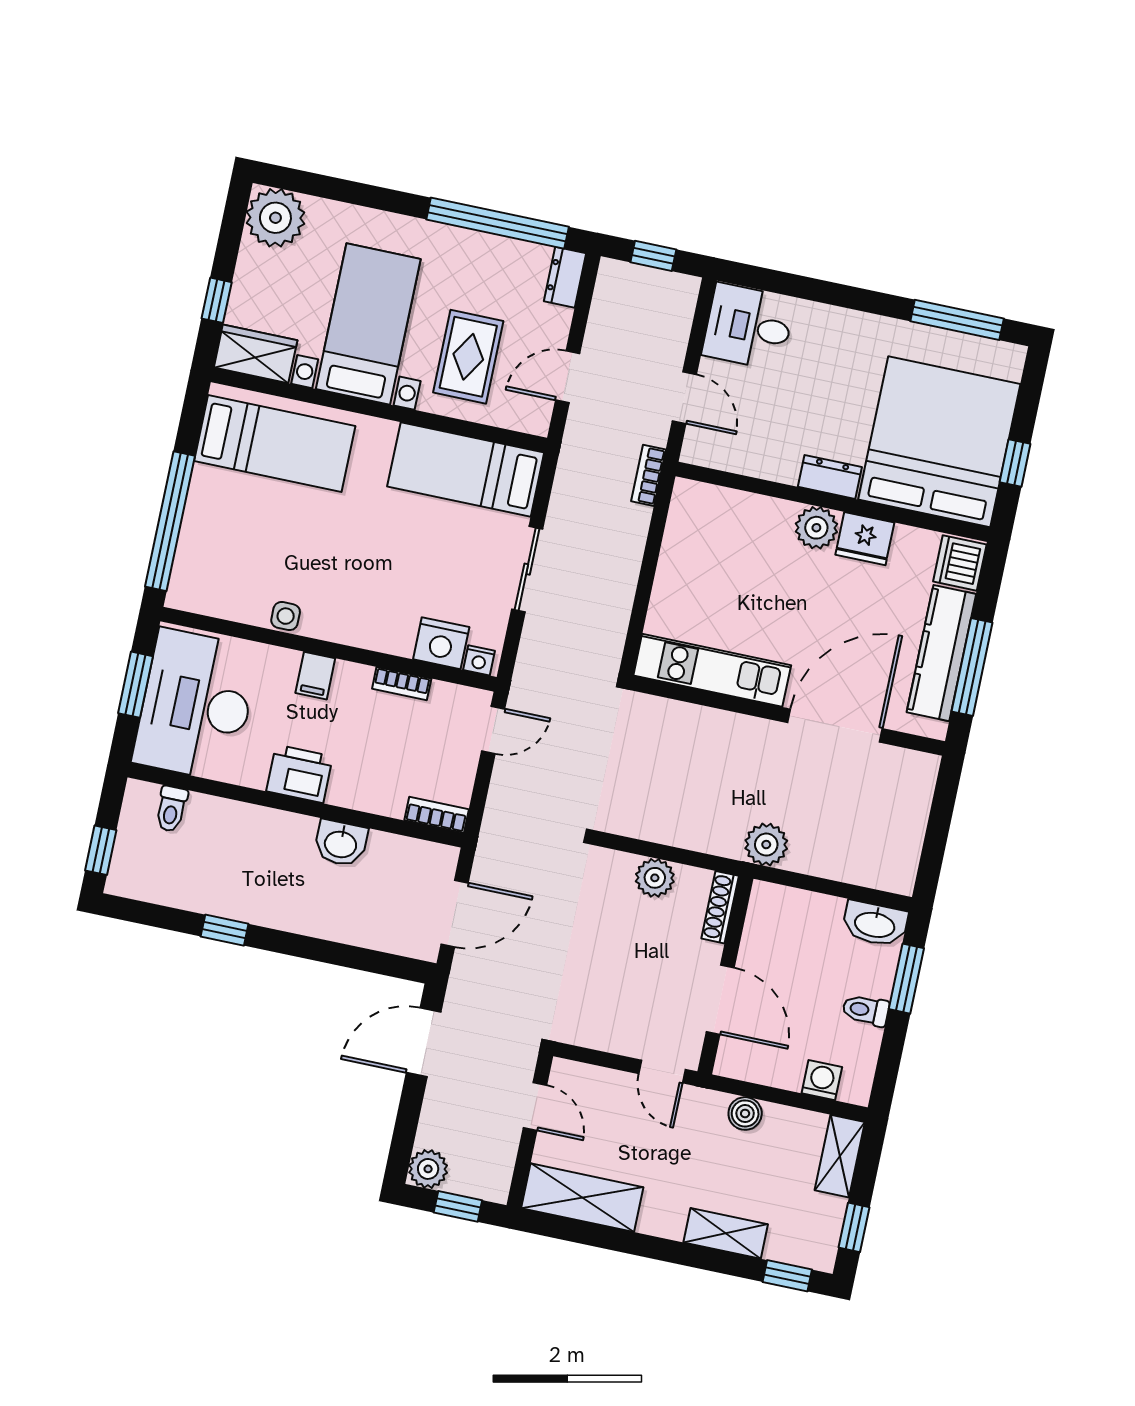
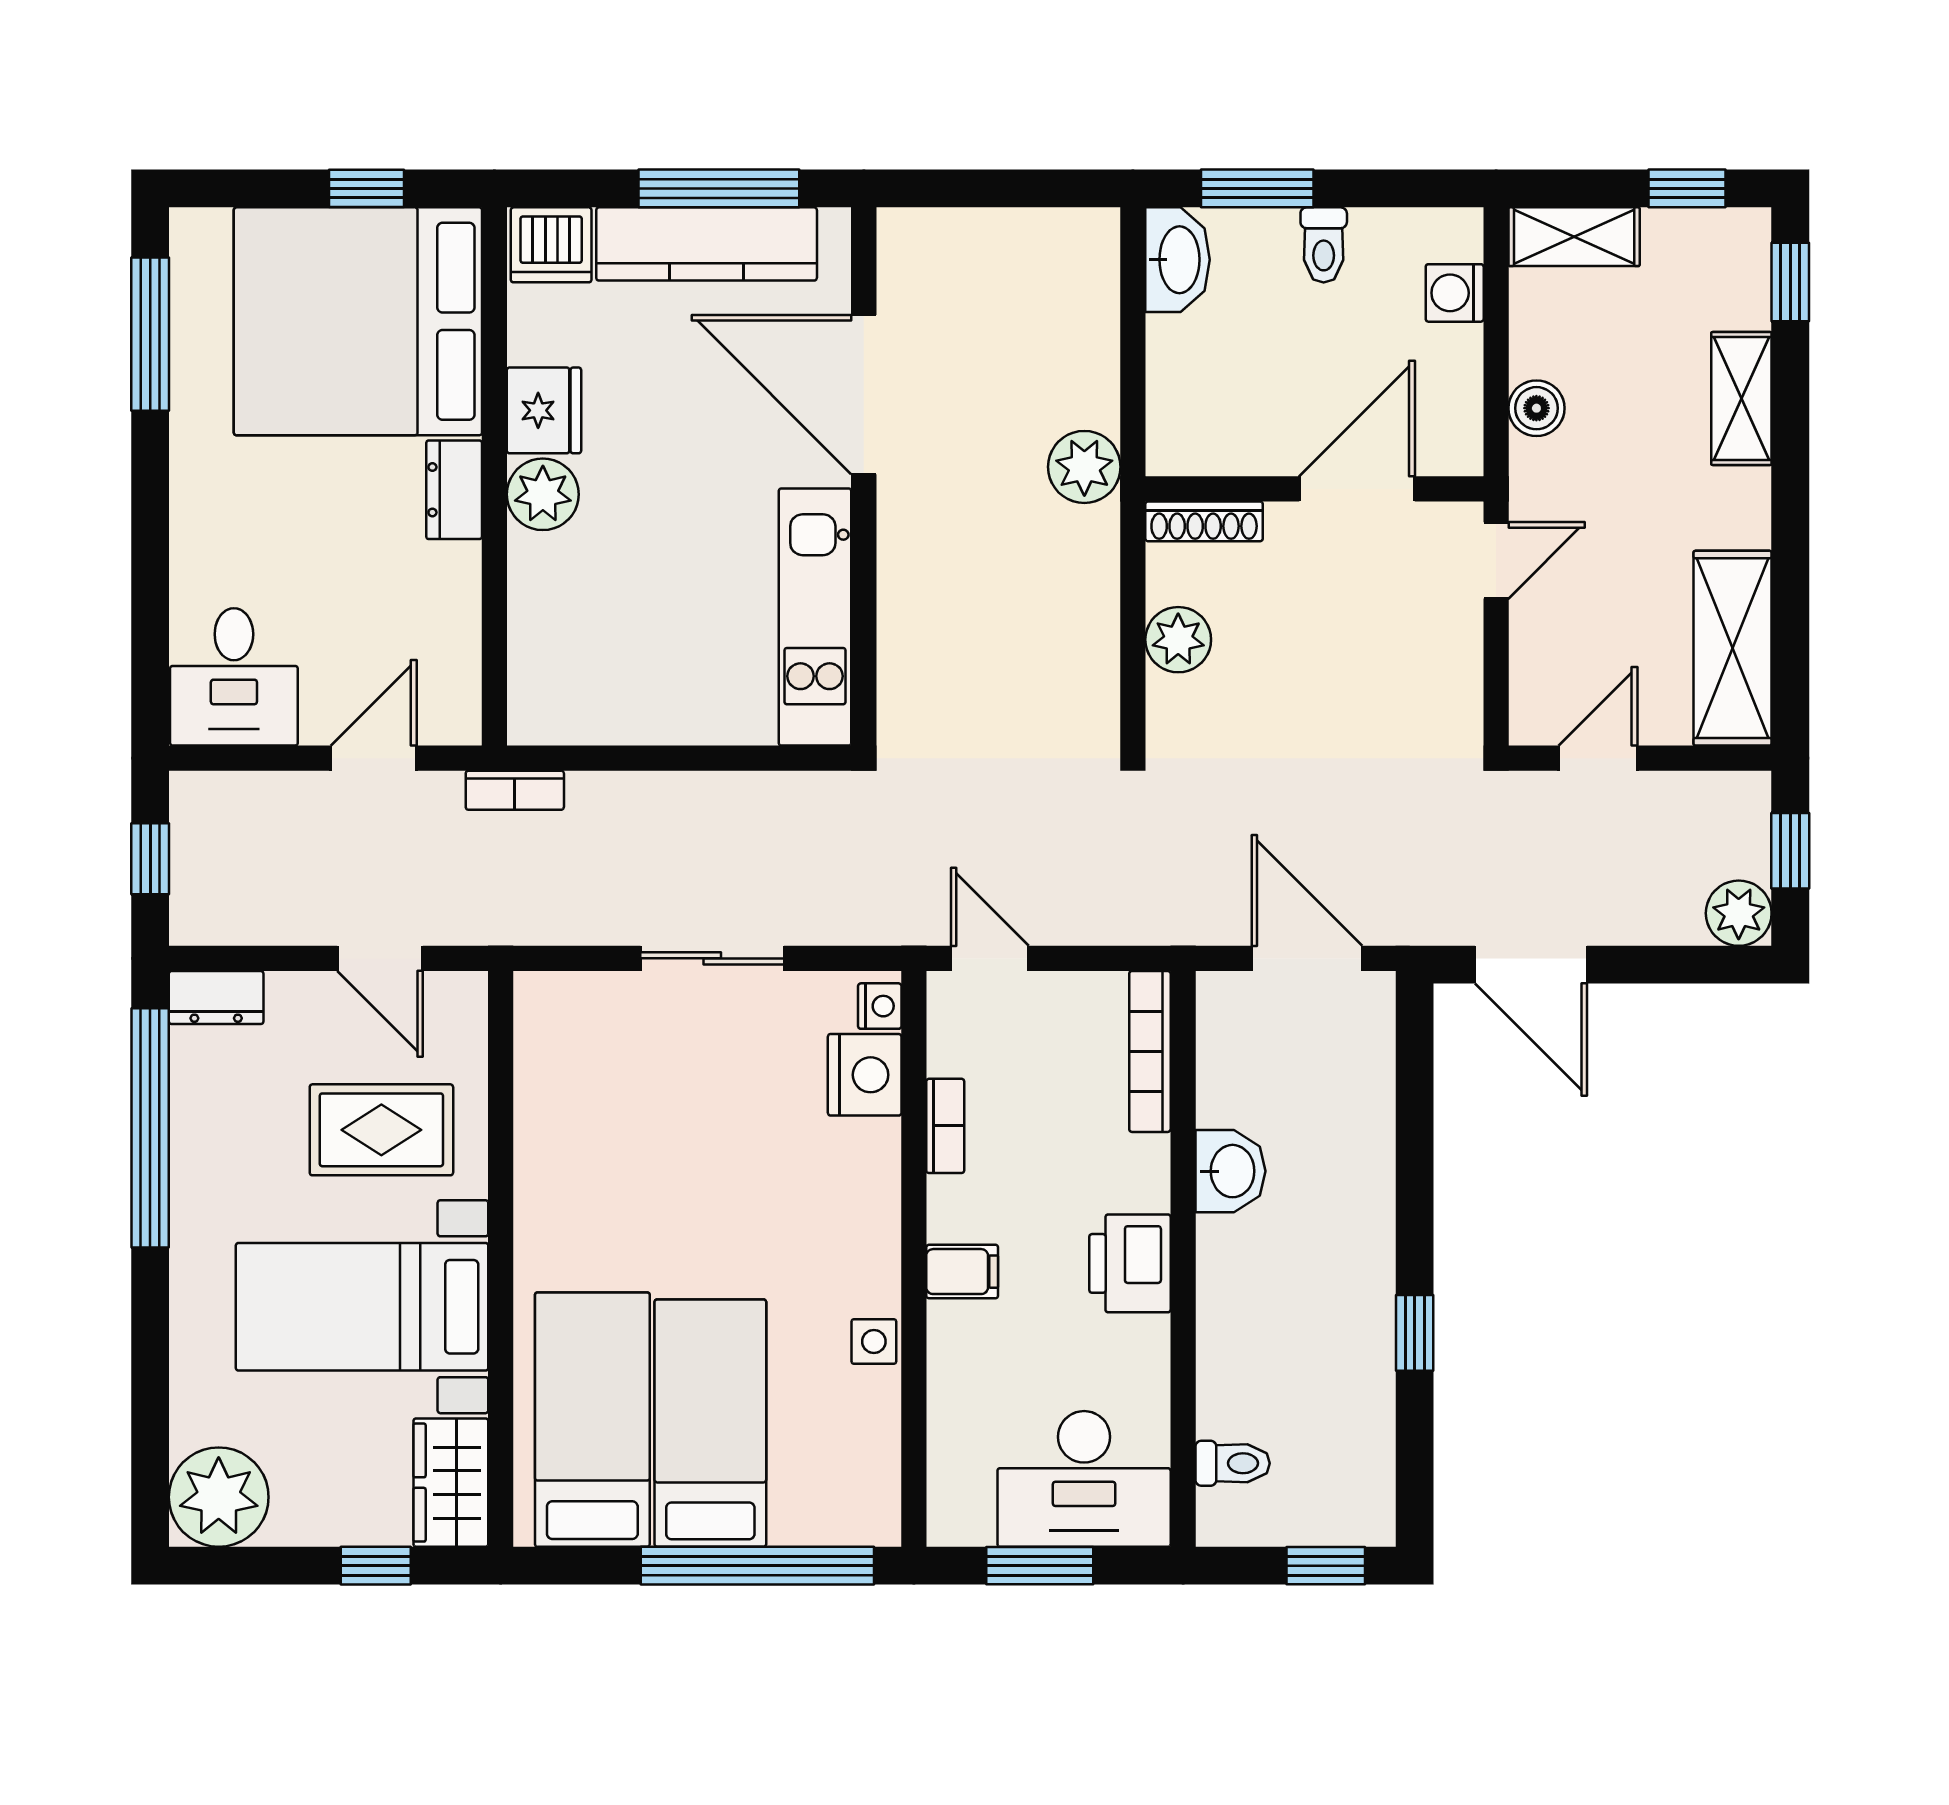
bed: (466, 470) -> (710, 1423), moved, turned 180
desk: (196, 705) -> (1084, 1479), width x0.73, depth x0.77
bookcase: (437, 815) -> (1150, 1051), width x1.56

